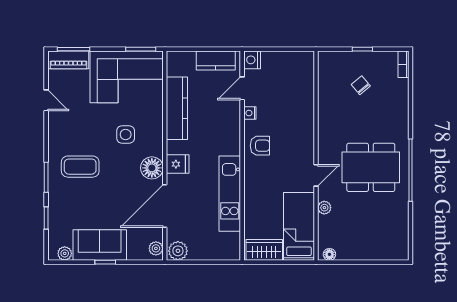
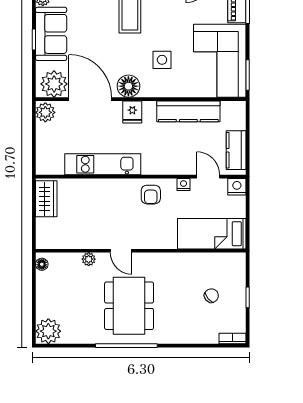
bed: (299, 226) -> (212, 234), moved, turned 180
plant: (156, 248) -> (54, 84), width x1.88, depth x1.88
plant: (396, 248) -> (48, 331), added

